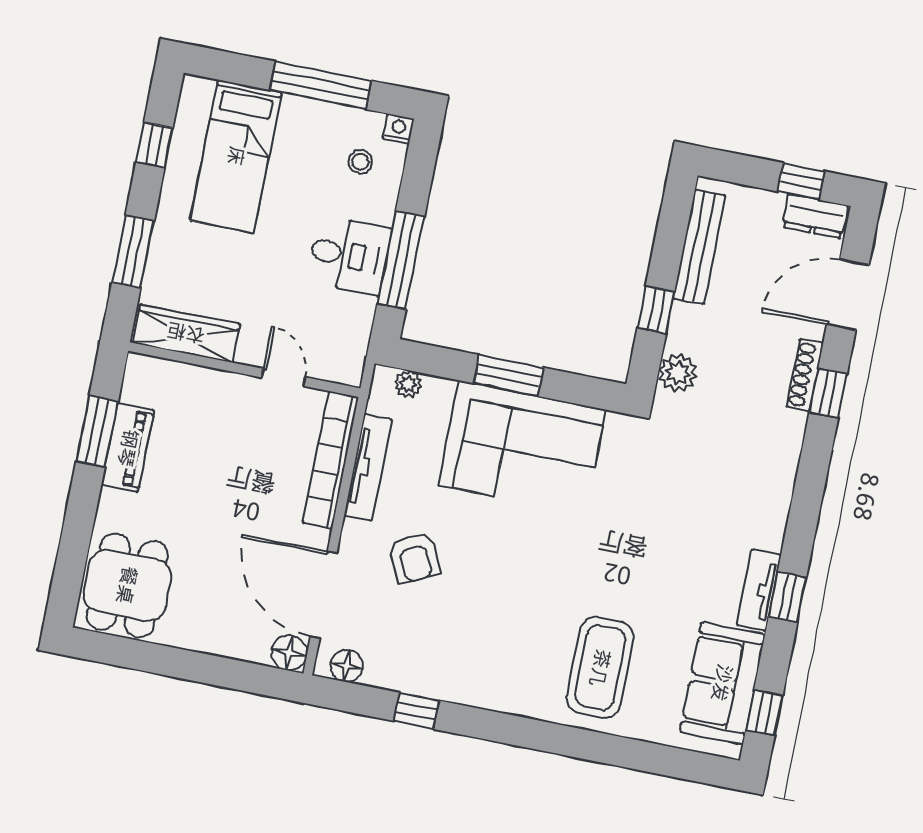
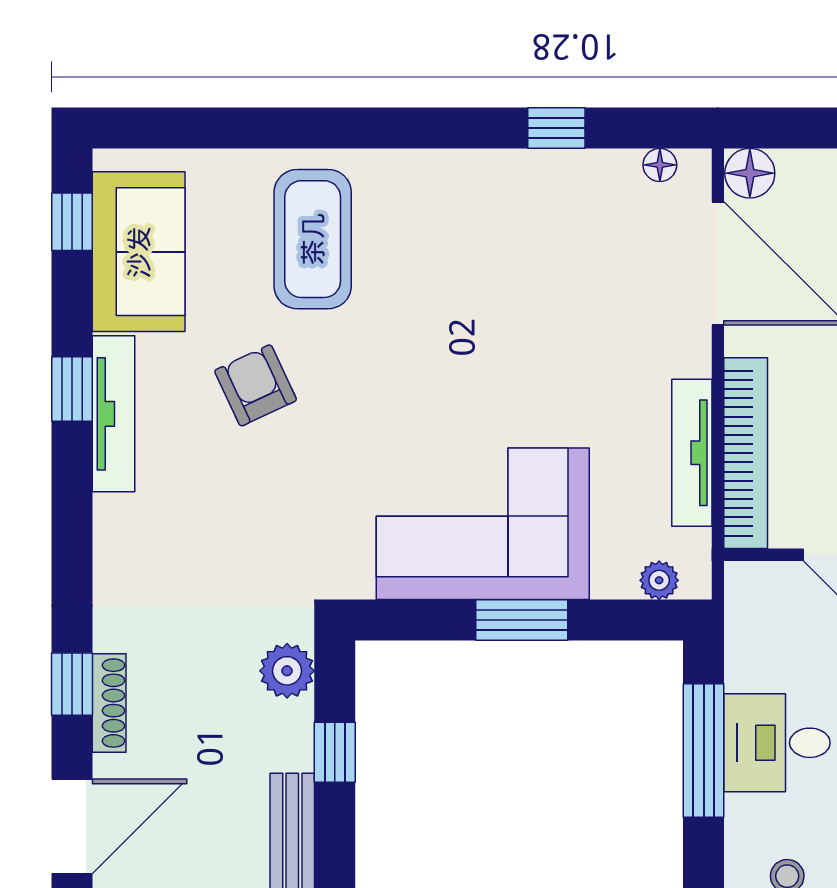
armchair: (414, 558) -> (256, 385), moved
tv unit: (759, 590) -> (113, 414), width x1.41
floor lamp: (347, 666) -> (660, 165), width x0.73, depth x0.73

